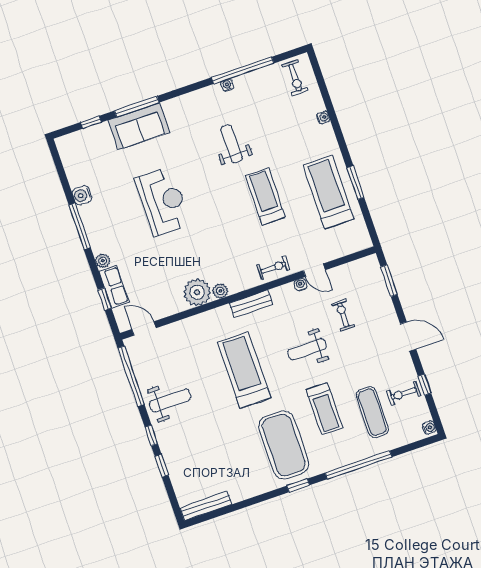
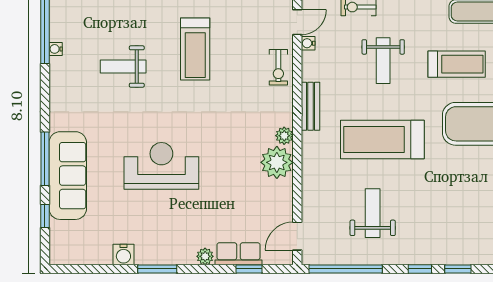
sofa: (139, 126) -> (68, 176), width x1.36
treadmill: (265, 196) -> (195, 49), turned -90
window: (80, 226) -> (157, 269), width x0.69
exercise bike: (273, 268) -> (278, 67), turned 180
weight bench: (170, 400) -> (373, 213), moved

